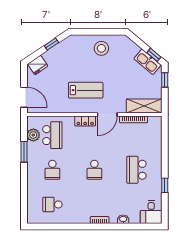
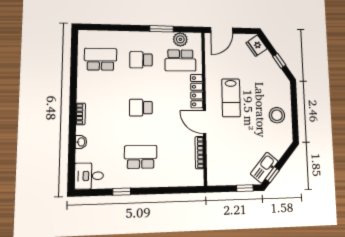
shelving: (144, 106) -> (215, 165), removed
locker: (85, 121) -> (197, 91), width x1.53
school desk: (52, 204) -> (101, 59), width x1.85

